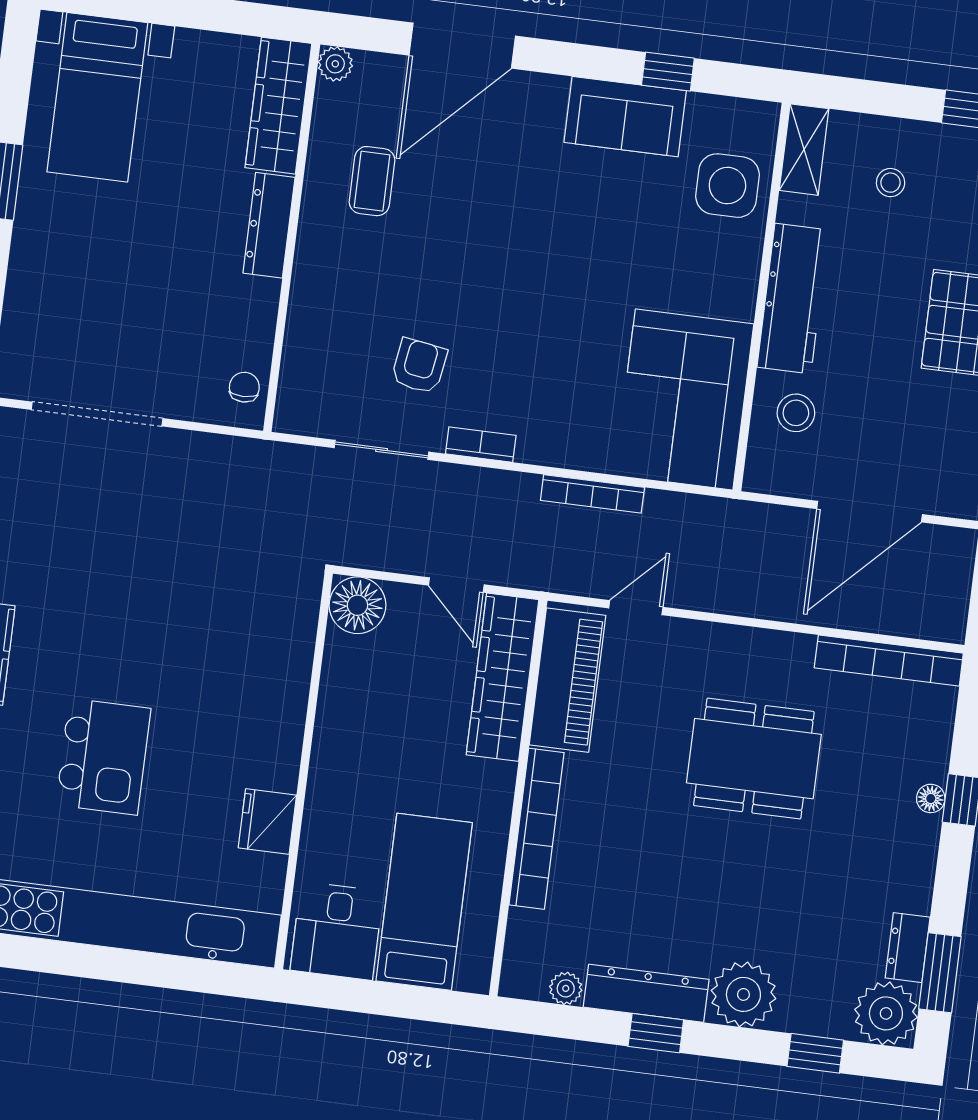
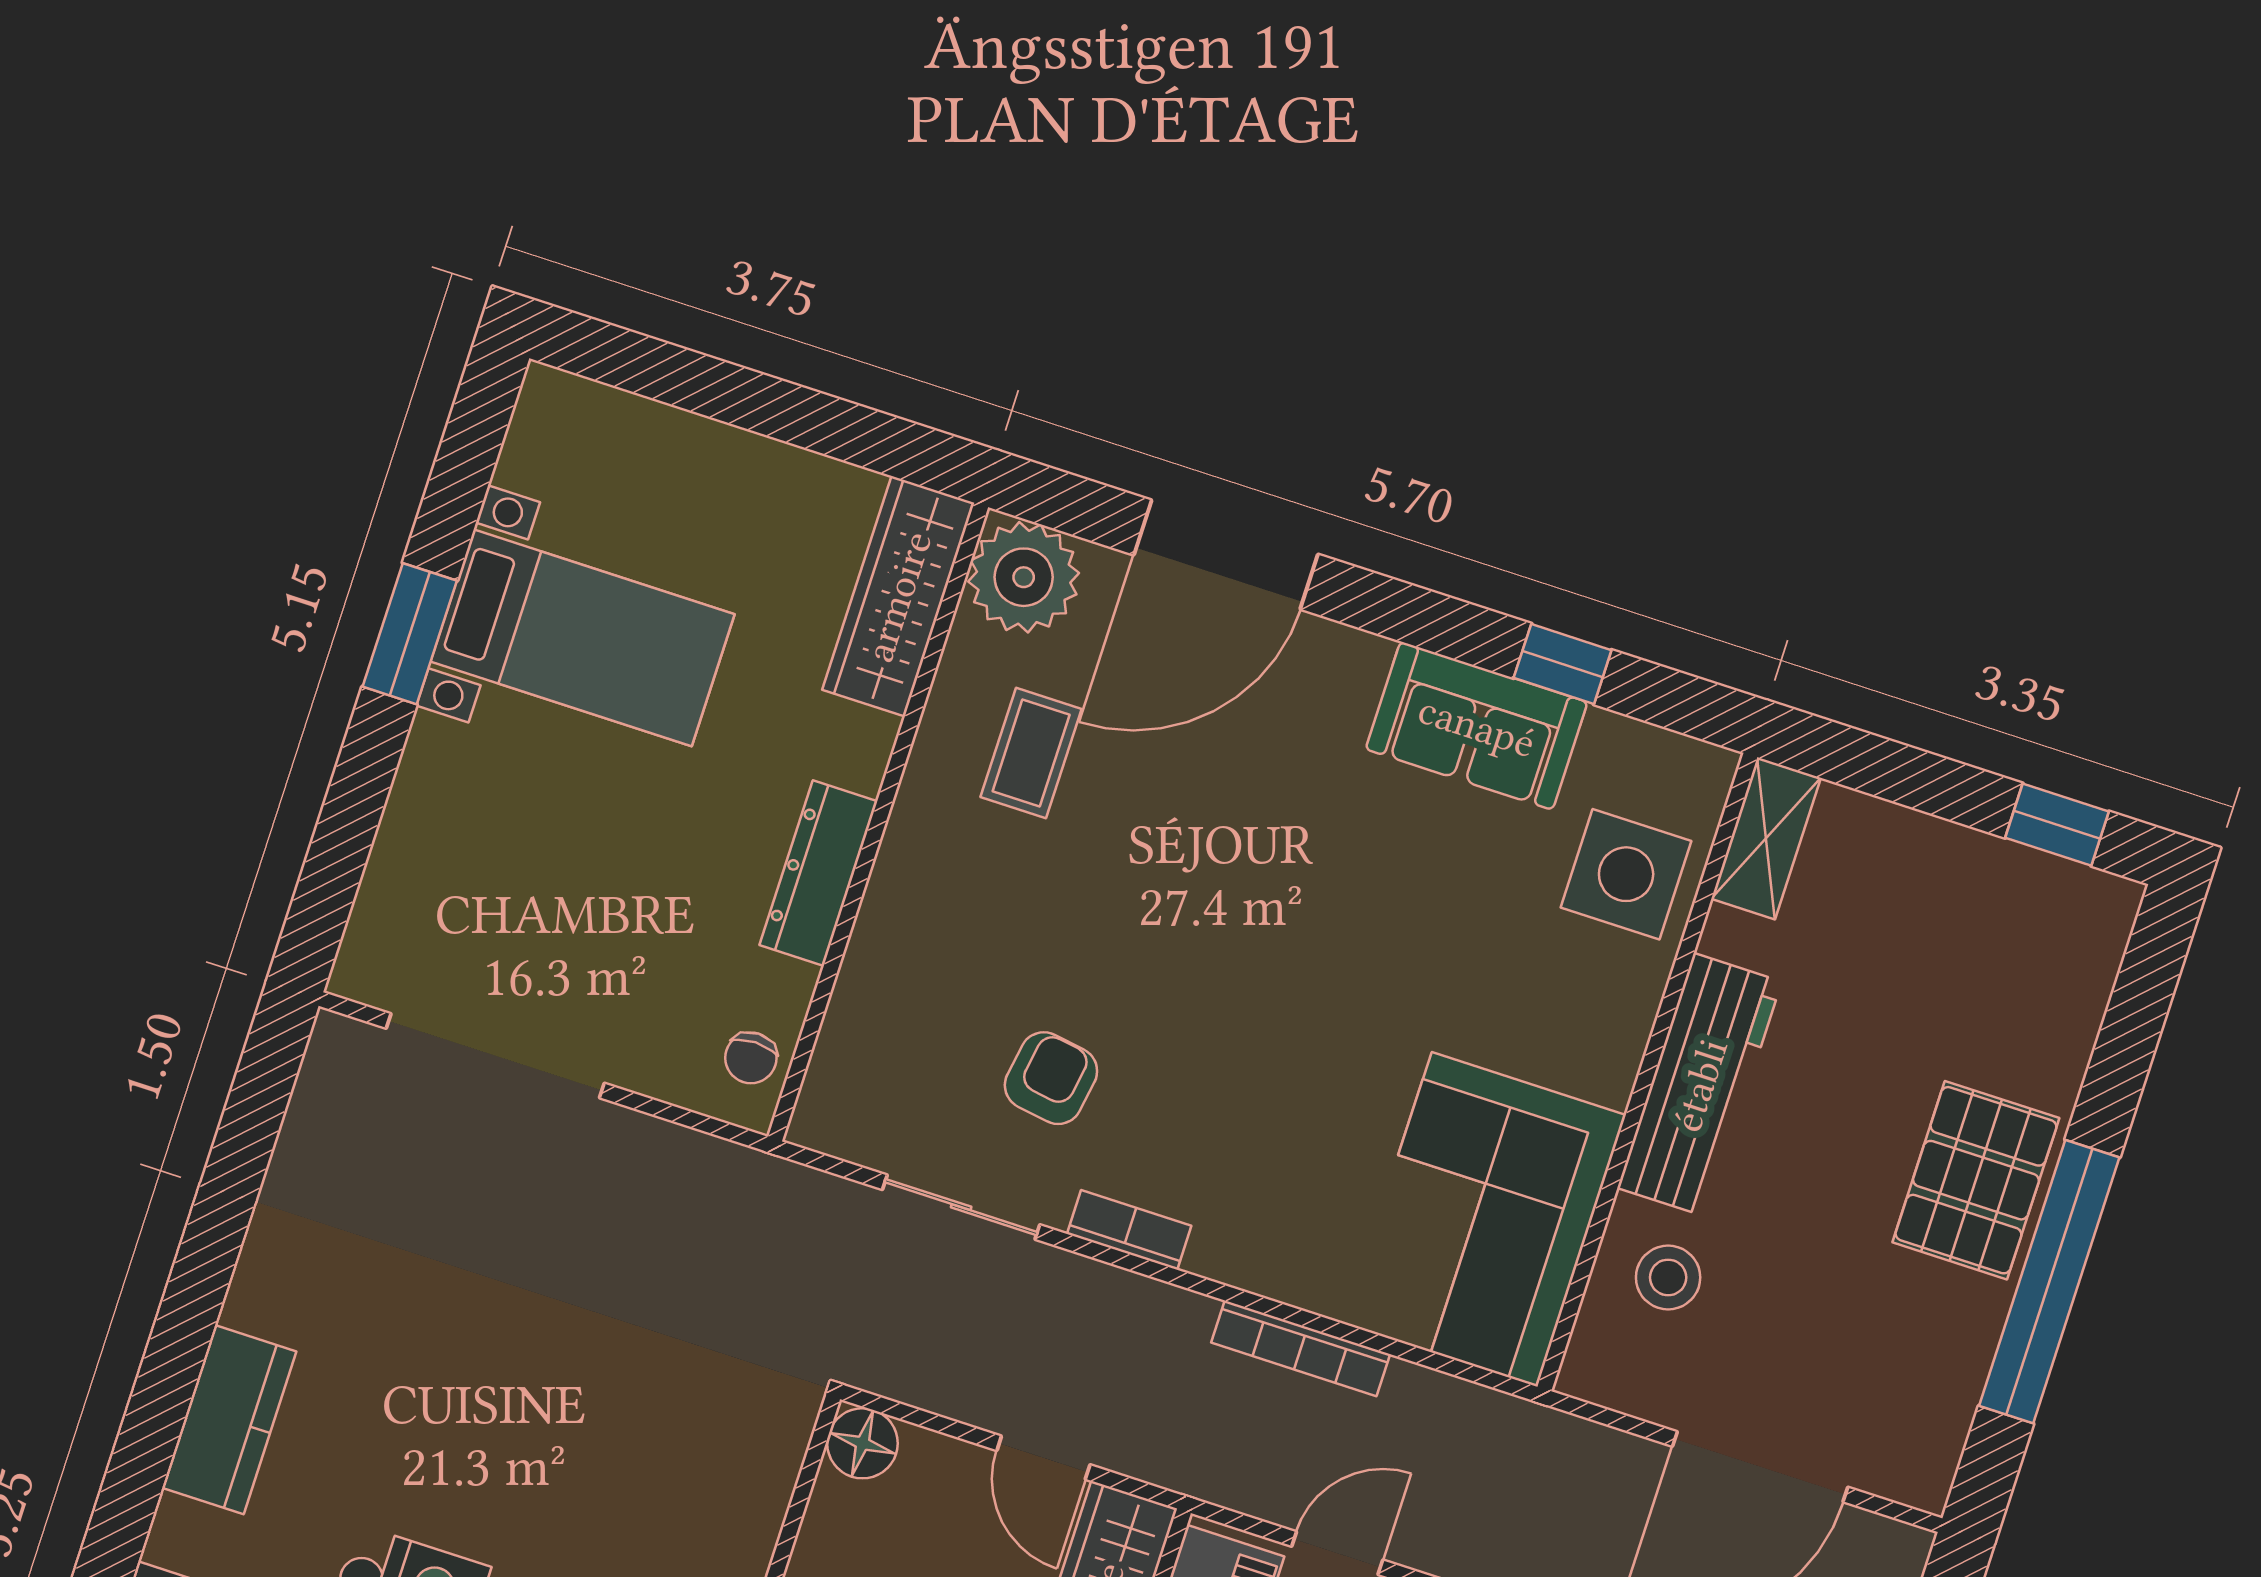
plant: (335, 64) -> (1024, 577), width x1.88, depth x1.88
bed with nightstands: (97, 97) -> (583, 638), moved, turned -90
stool: (891, 183) -> (1901, 921), removed
dresser: (269, 225) -> (818, 873), moved
chair: (244, 387) -> (751, 1058), turned 180
floor lamp: (357, 605) -> (862, 1443), width x0.73, depth x0.73

